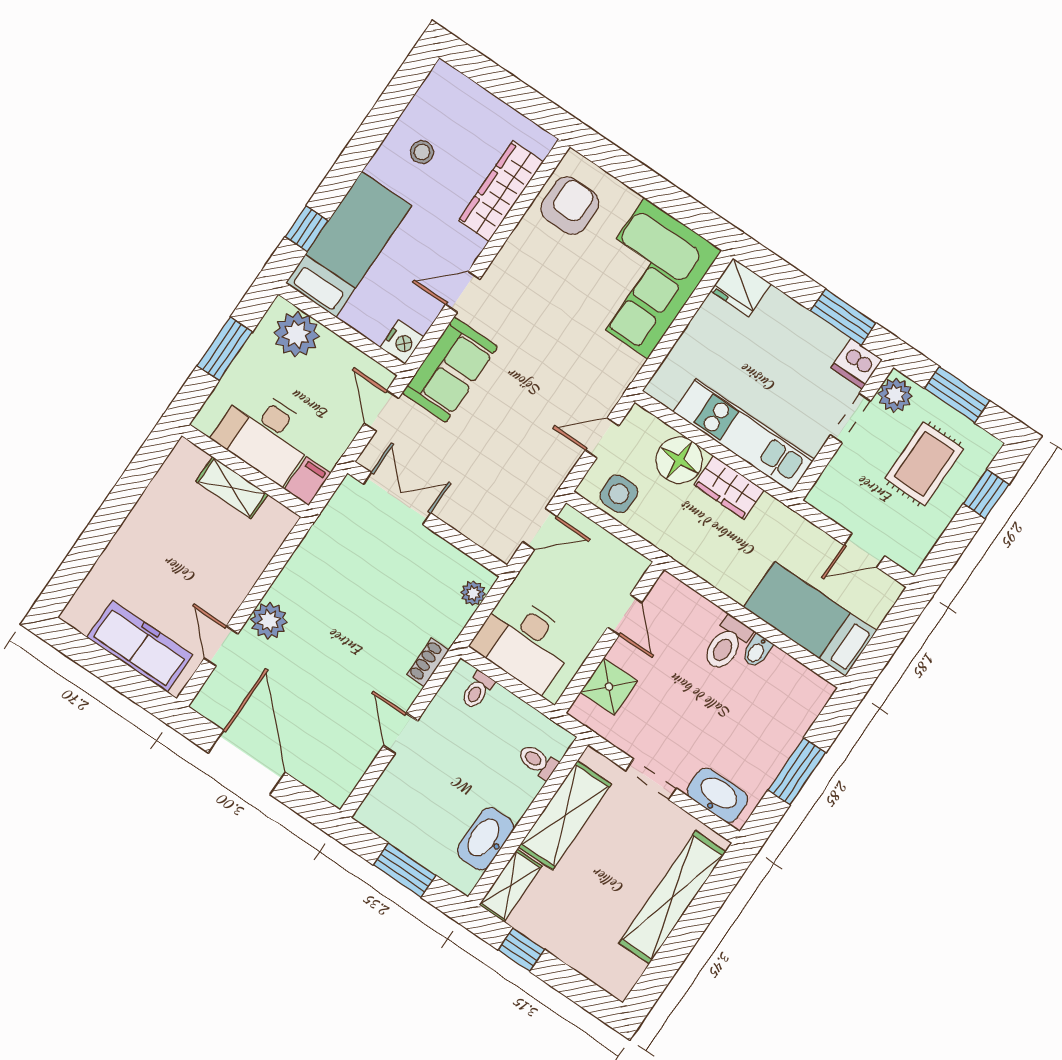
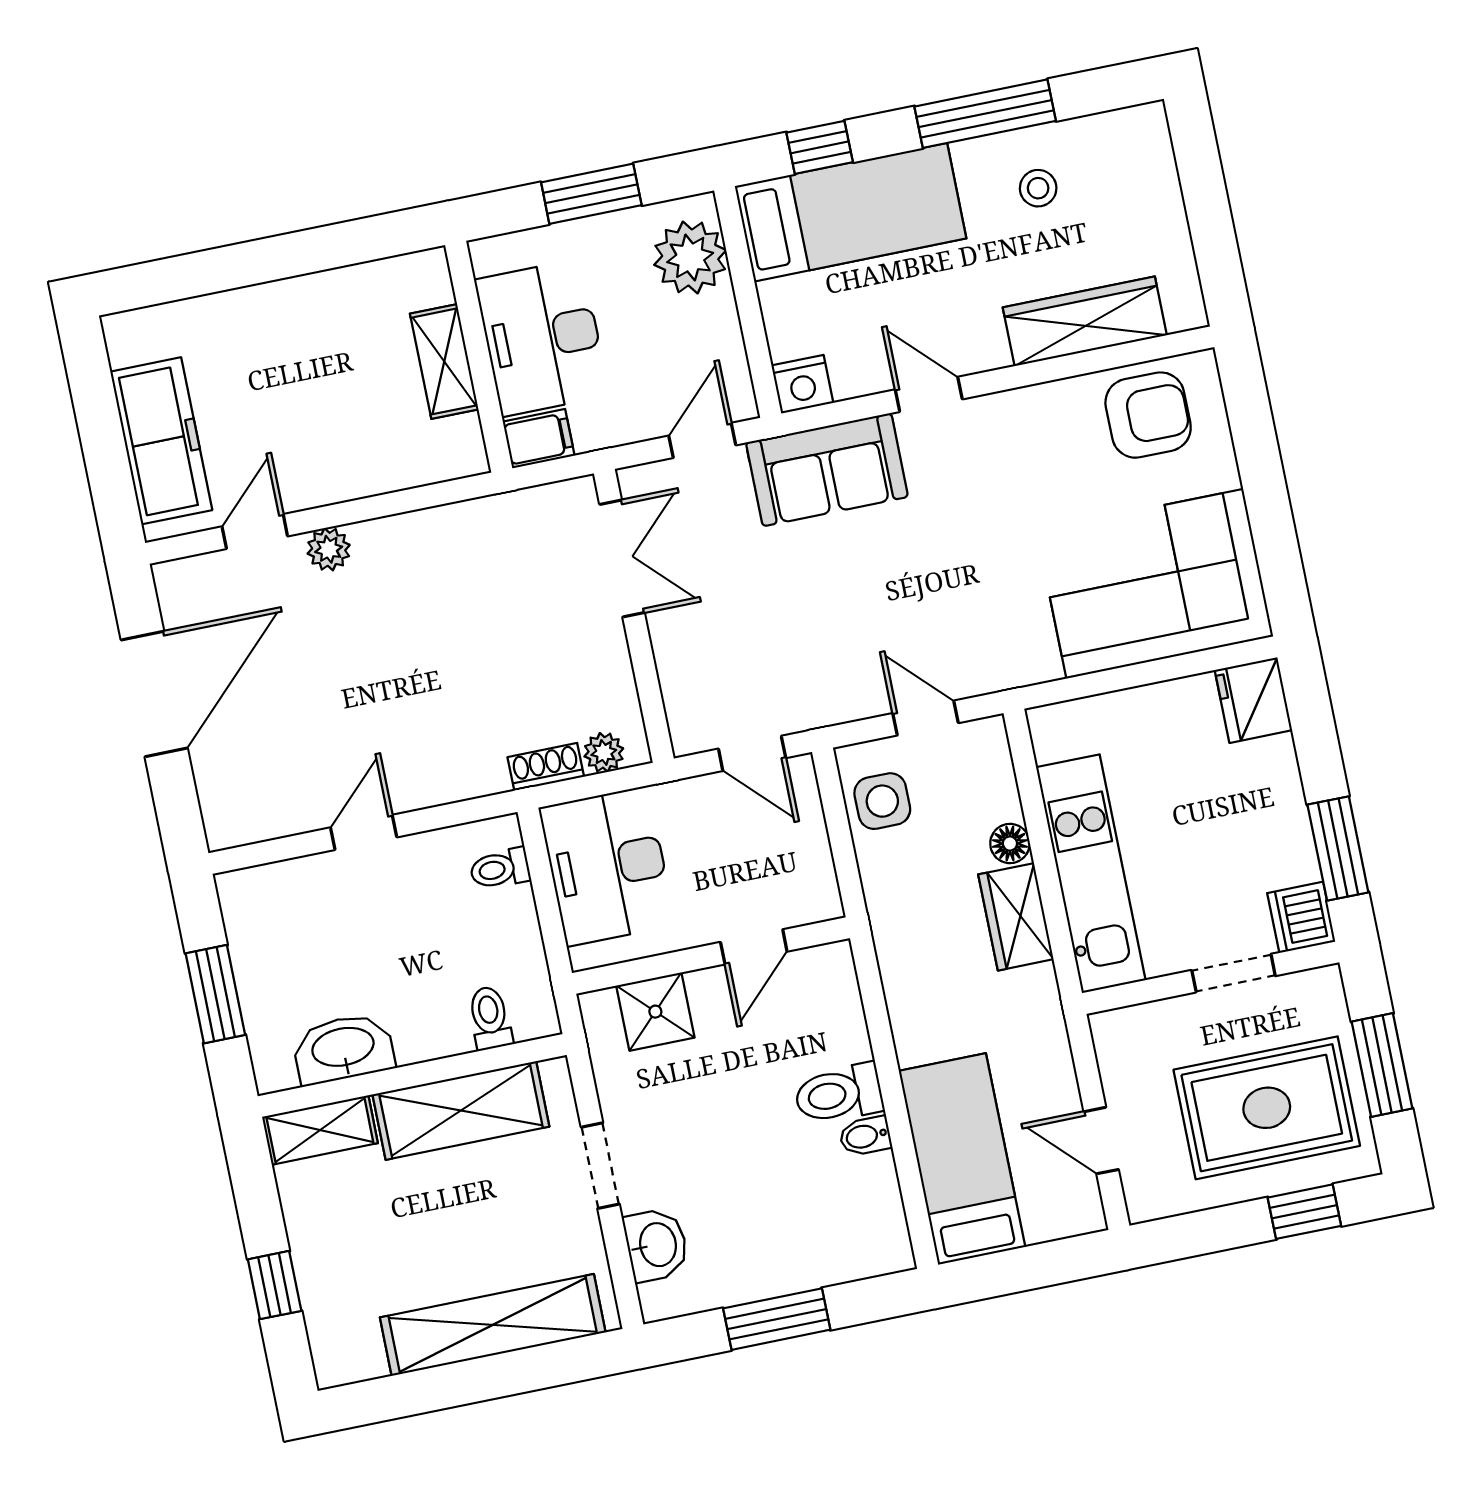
window: (366, 142) -> (985, 114), added
plant: (895, 395) -> (1310, 996), removed
floor lamp: (679, 460) -> (1010, 843), width x0.53, depth x0.53
rug: (924, 464) -> (1267, 1108), width x1.36, depth x1.43
plant: (269, 621) -> (329, 549), width x0.73, depth x0.73
shoe rack: (428, 662) -> (546, 767), moved
washbasin: (717, 795) -> (656, 1245), width x0.72
window: (521, 950) -> (275, 1285), moved

